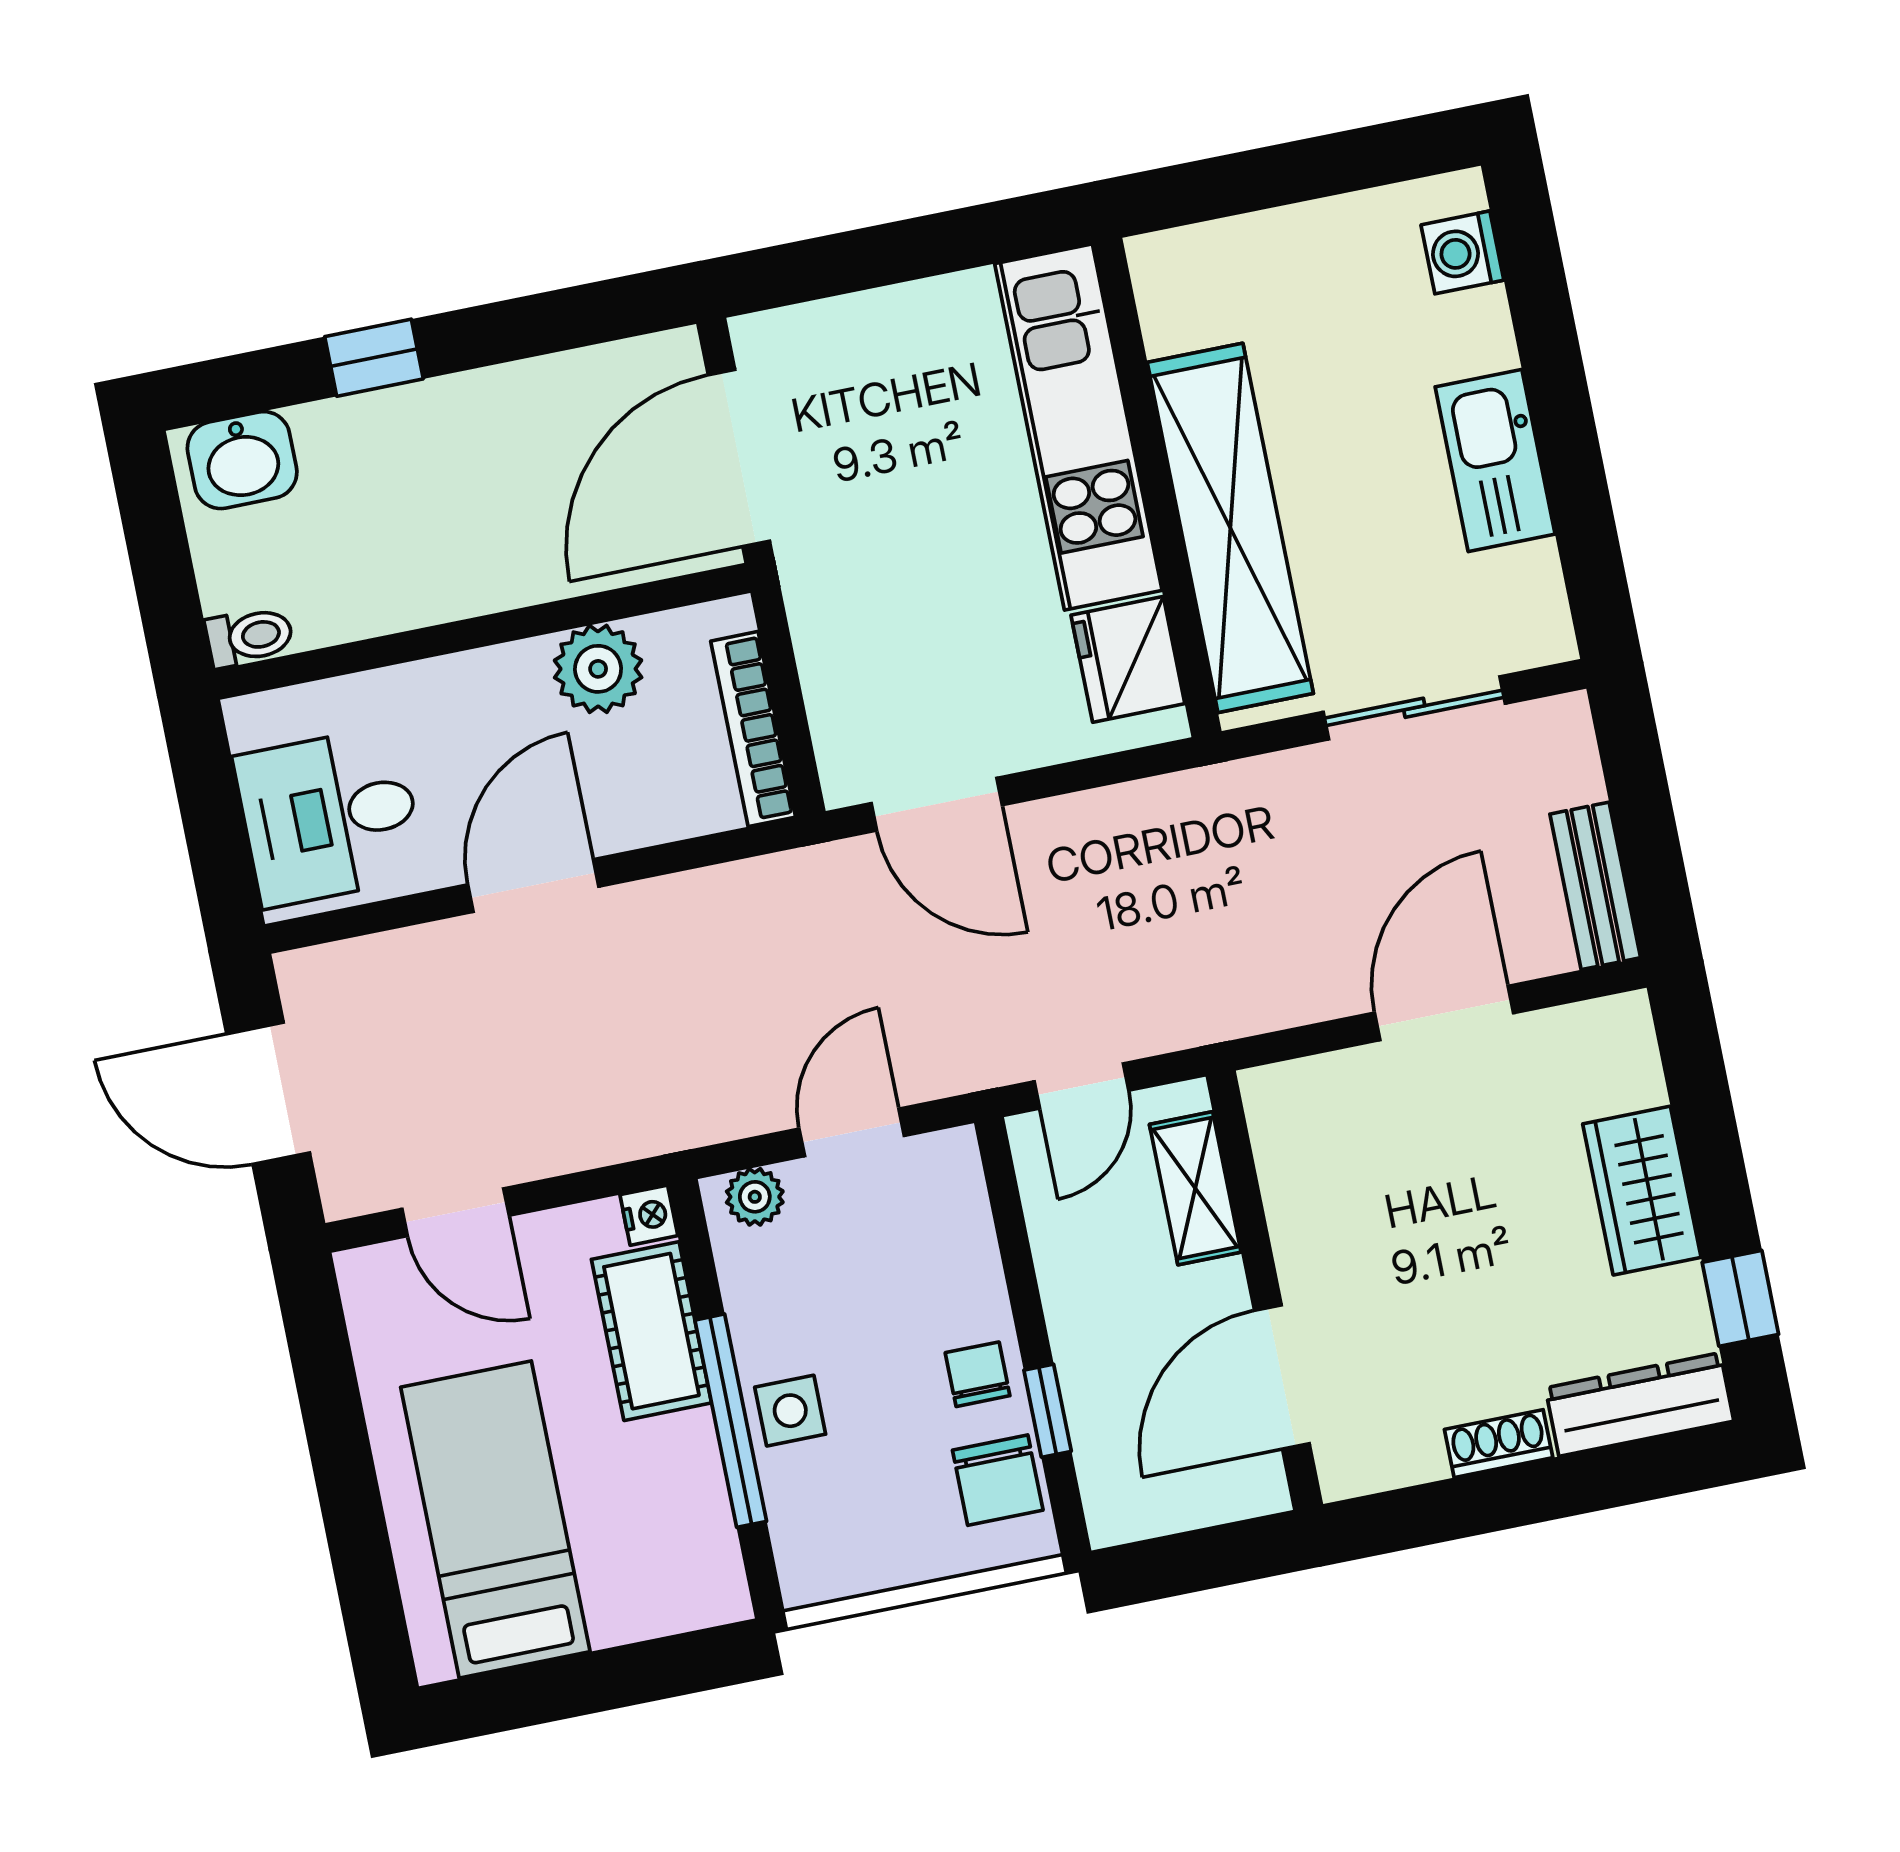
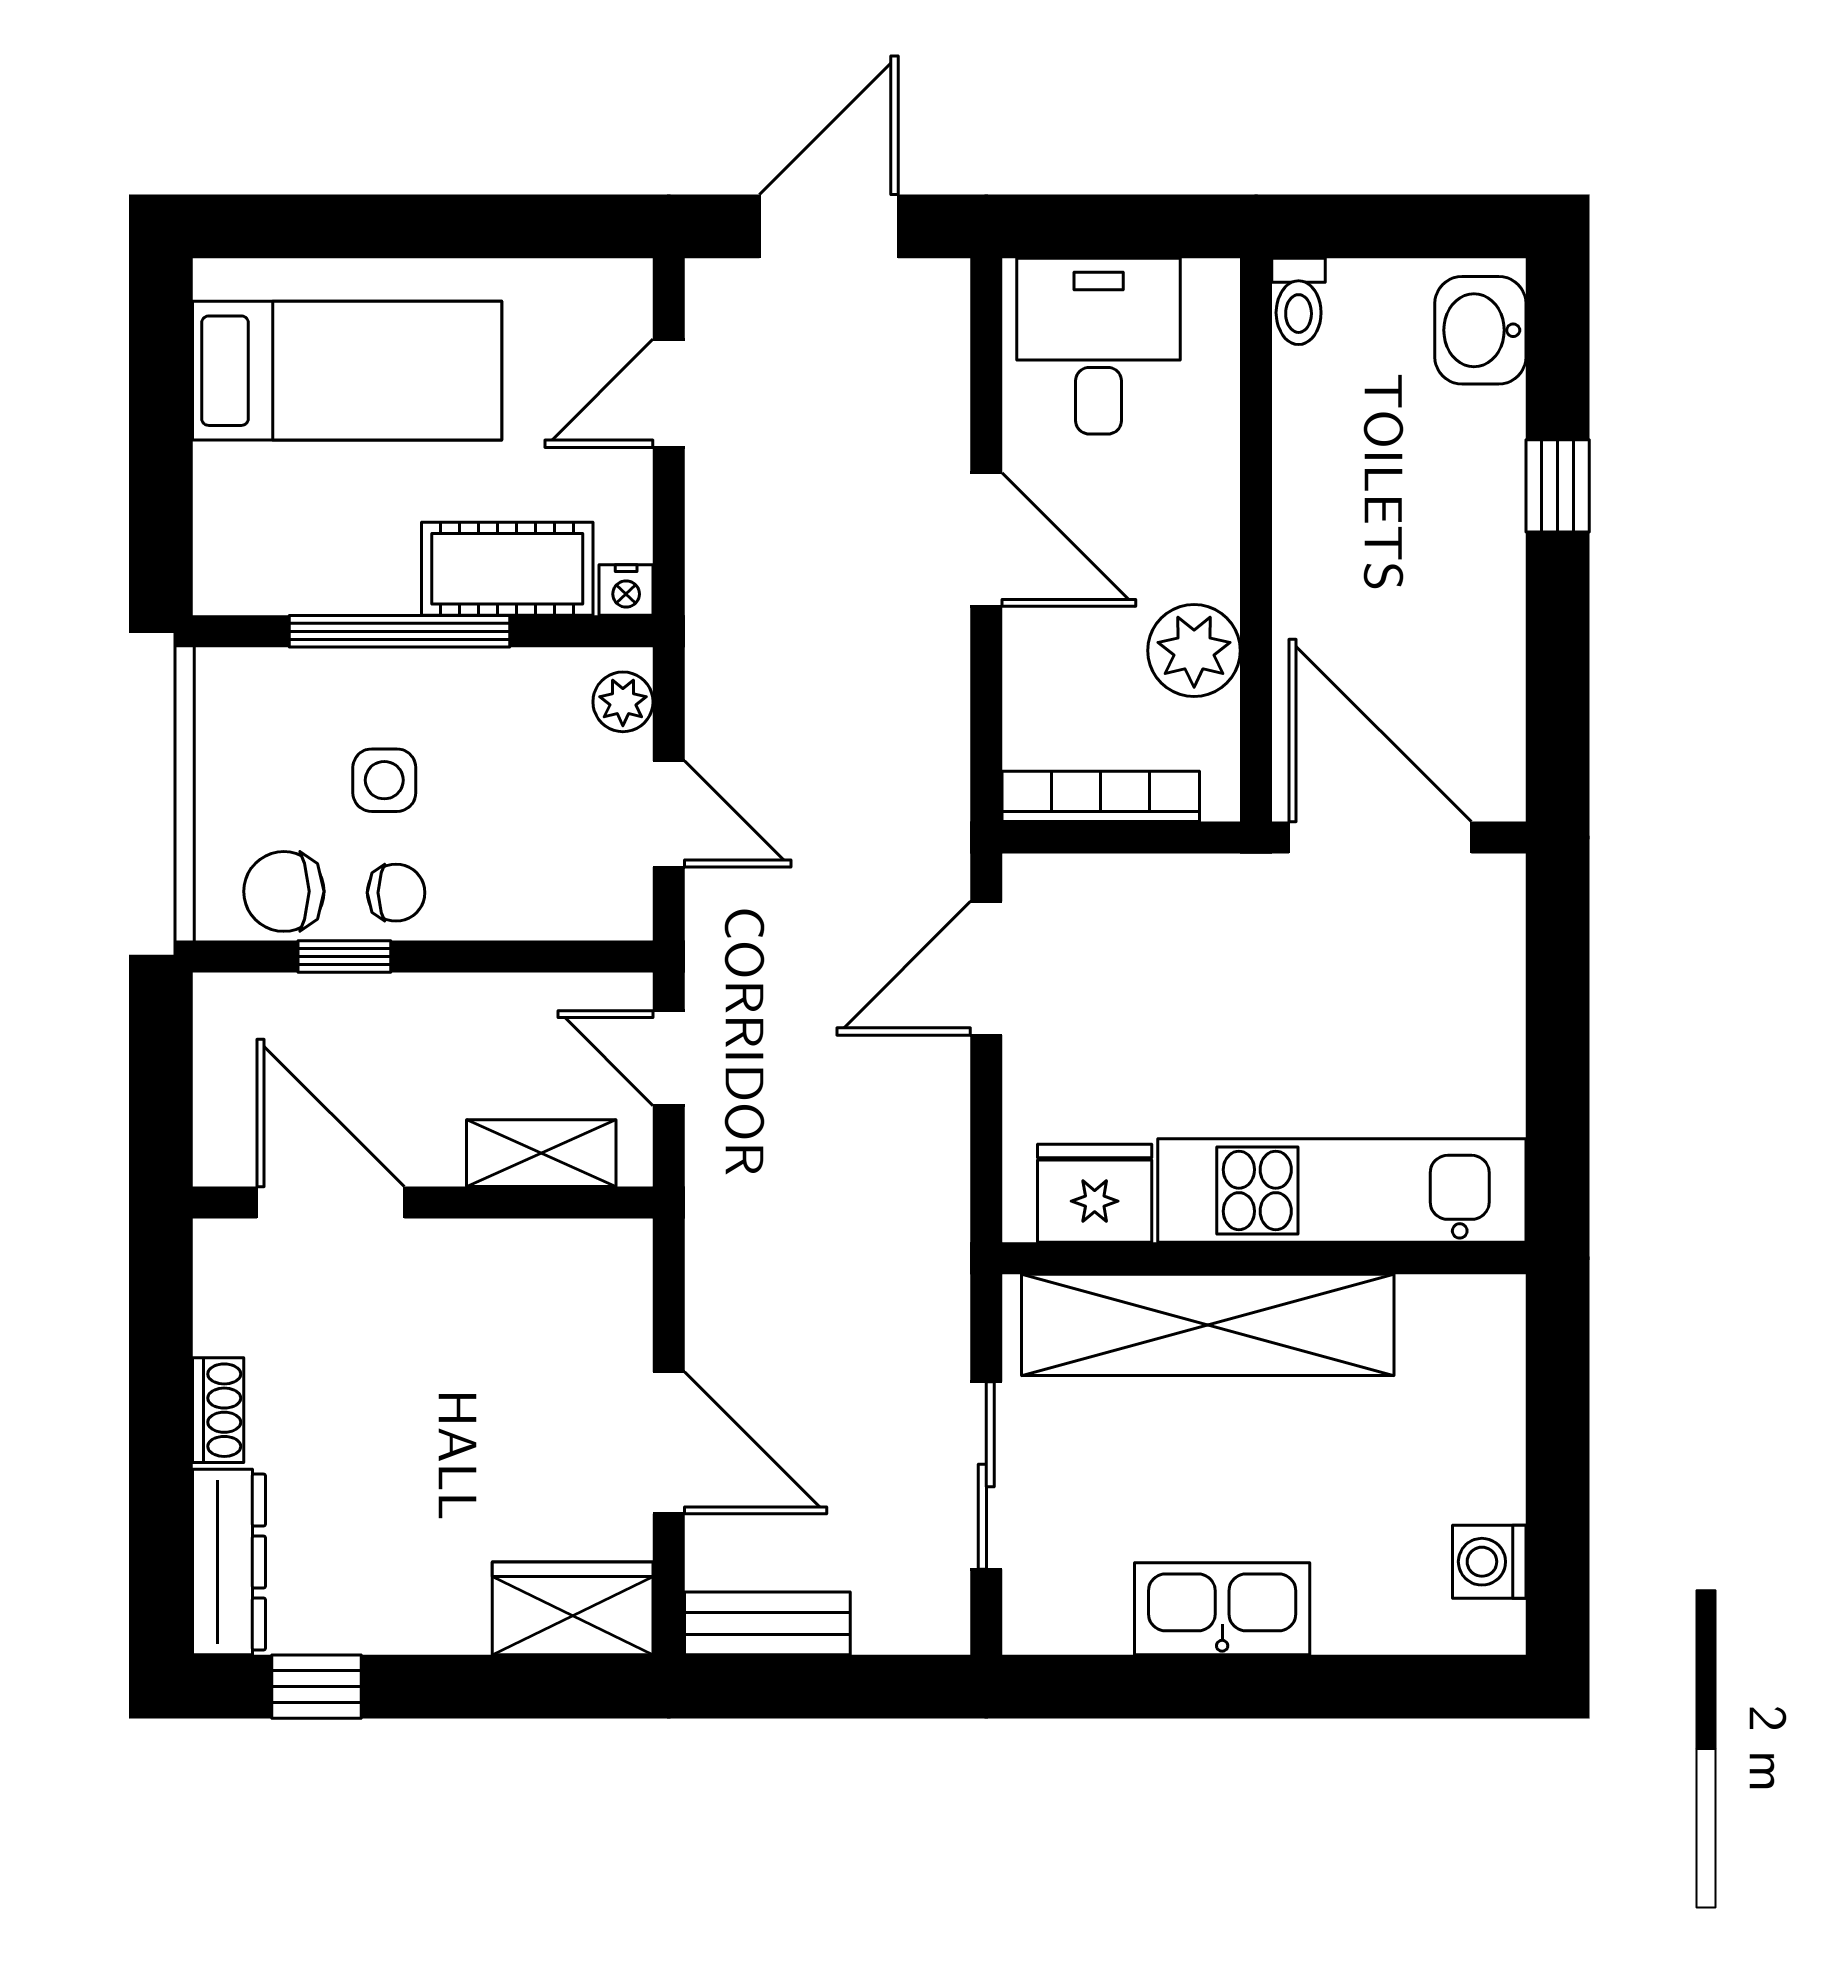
washing machine: (1462, 252) -> (1489, 1562), moved, turned -90
wardrobe: (1642, 1191) -> (573, 1608), moved
side table: (790, 1411) -> (384, 780), moved

